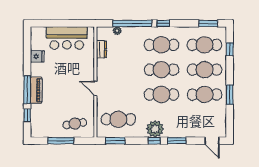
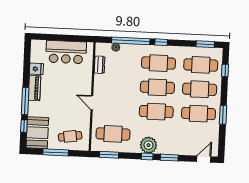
piano: (36, 90) -> (34, 88), moved
booth: (41, 121) -> (37, 133), added
door: (212, 141) -> (204, 159), swing flipped

